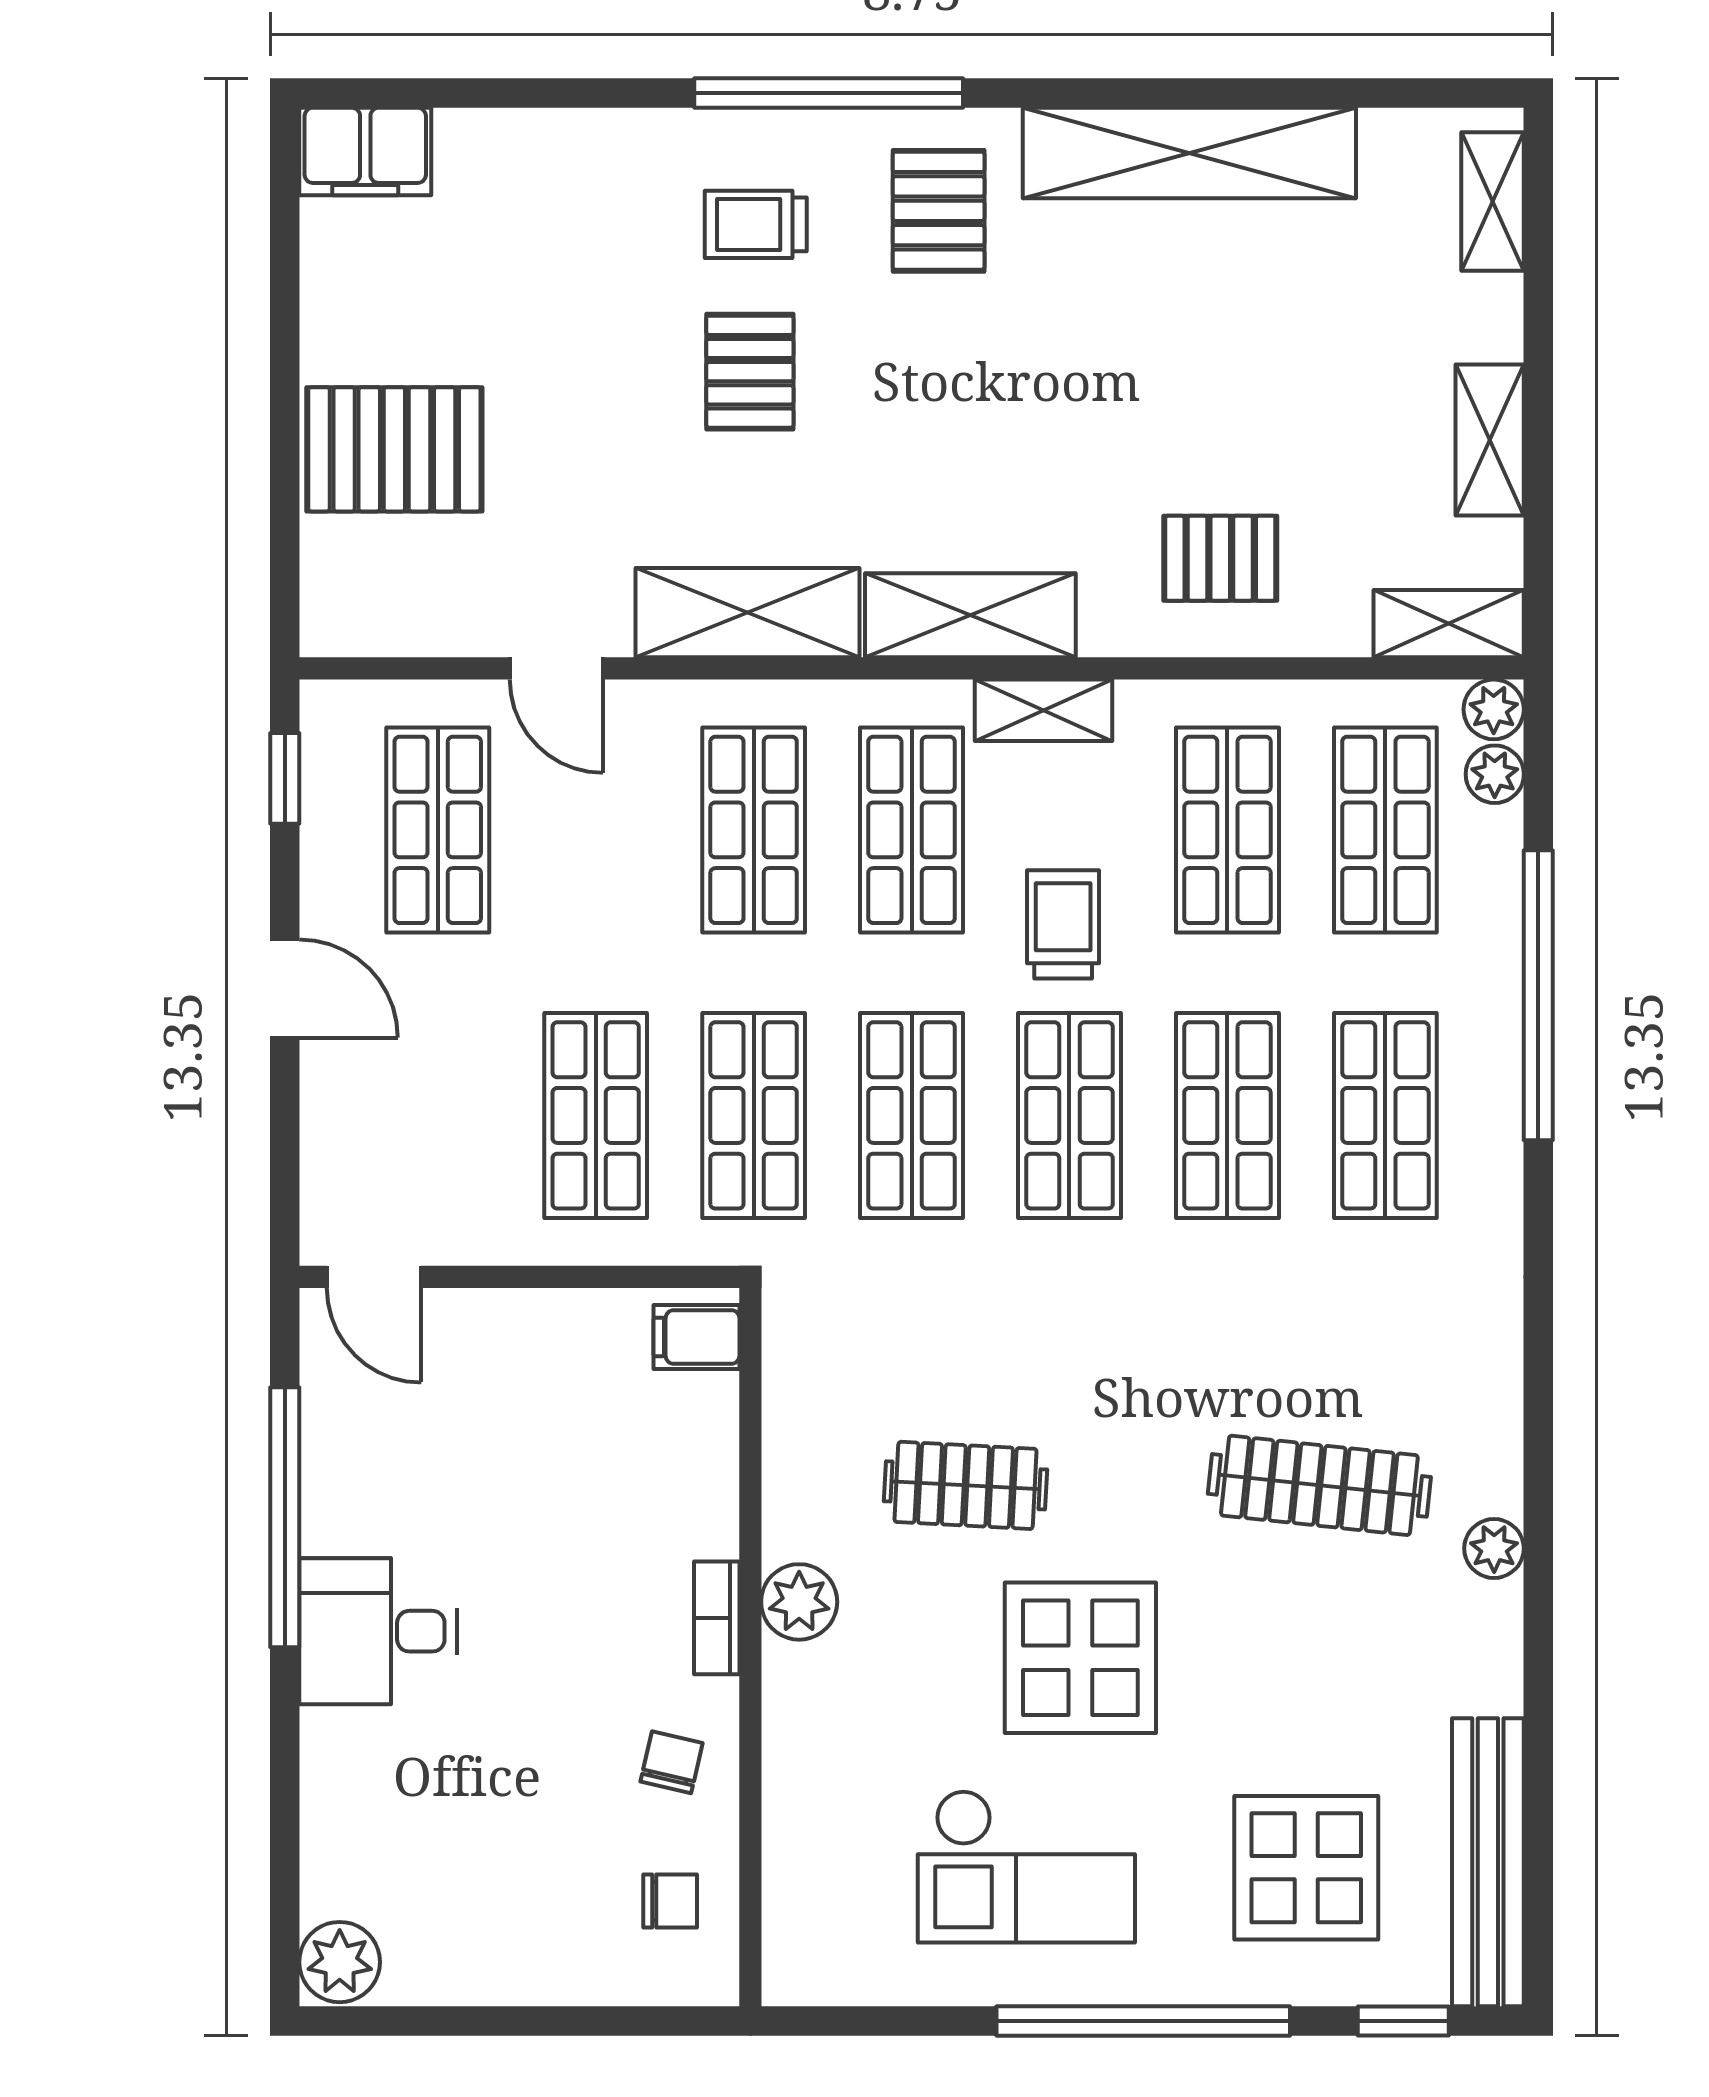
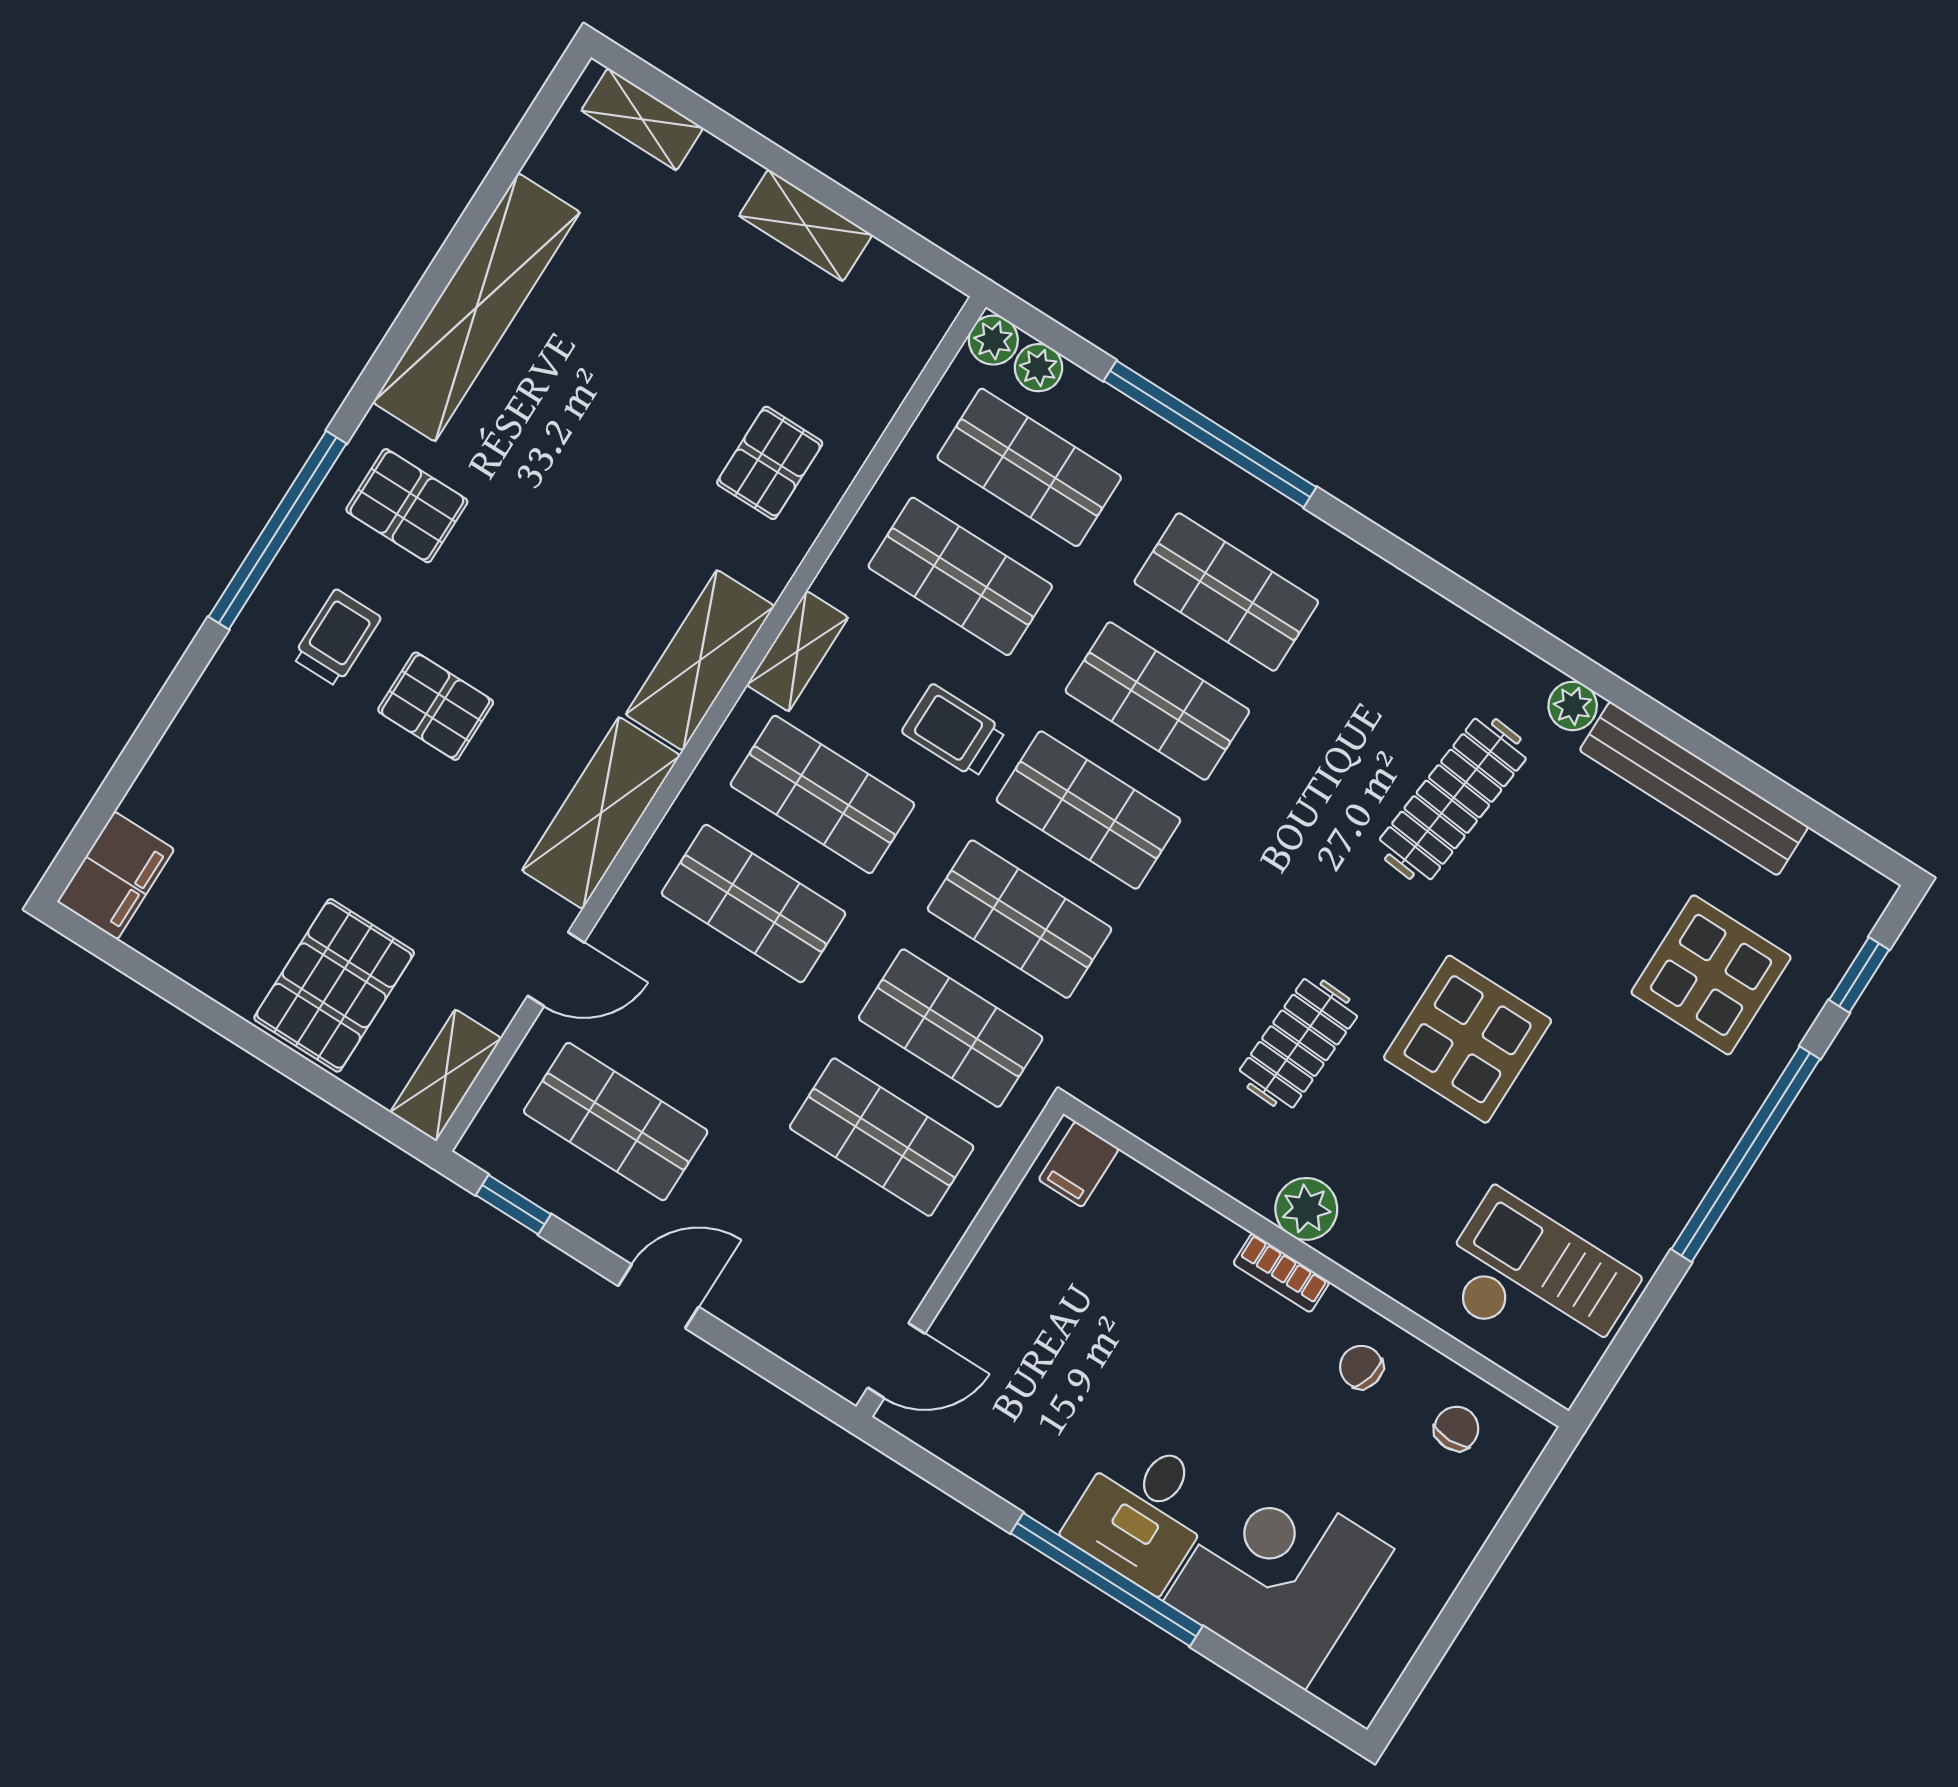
trolley: (756, 224) -> (337, 638), turned 180
shelving: (1449, 624) -> (446, 1075), moved
window: (285, 1517) -> (1107, 1580), moved
corner desk: (402, 1813) -> (1279, 1575), added
bench: (1488, 1862) -> (1694, 789), moved
checkout: (1026, 1866) -> (1535, 1283), moved, turned -90
plant: (340, 1962) -> (1354, 1683), removed

